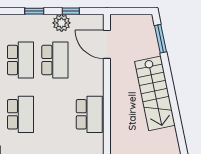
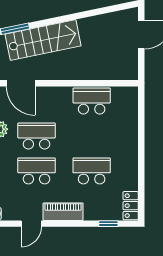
door: (107, 44) -> (21, 83), hinge flipped
stairs: (155, 93) -> (43, 40), moved

